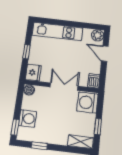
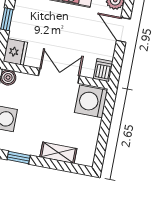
window: (98, 127) -> (103, 137), removed
shelving: (80, 142) -> (58, 153), moved

